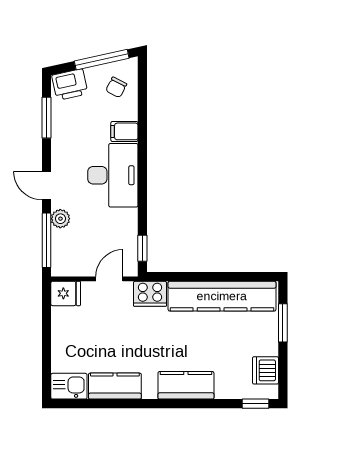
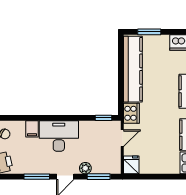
window: (47, 118) -> (37, 177), moved
window: (47, 240) -> (99, 177), width x0.69
door: (109, 279) -> (122, 138), swing flipped

